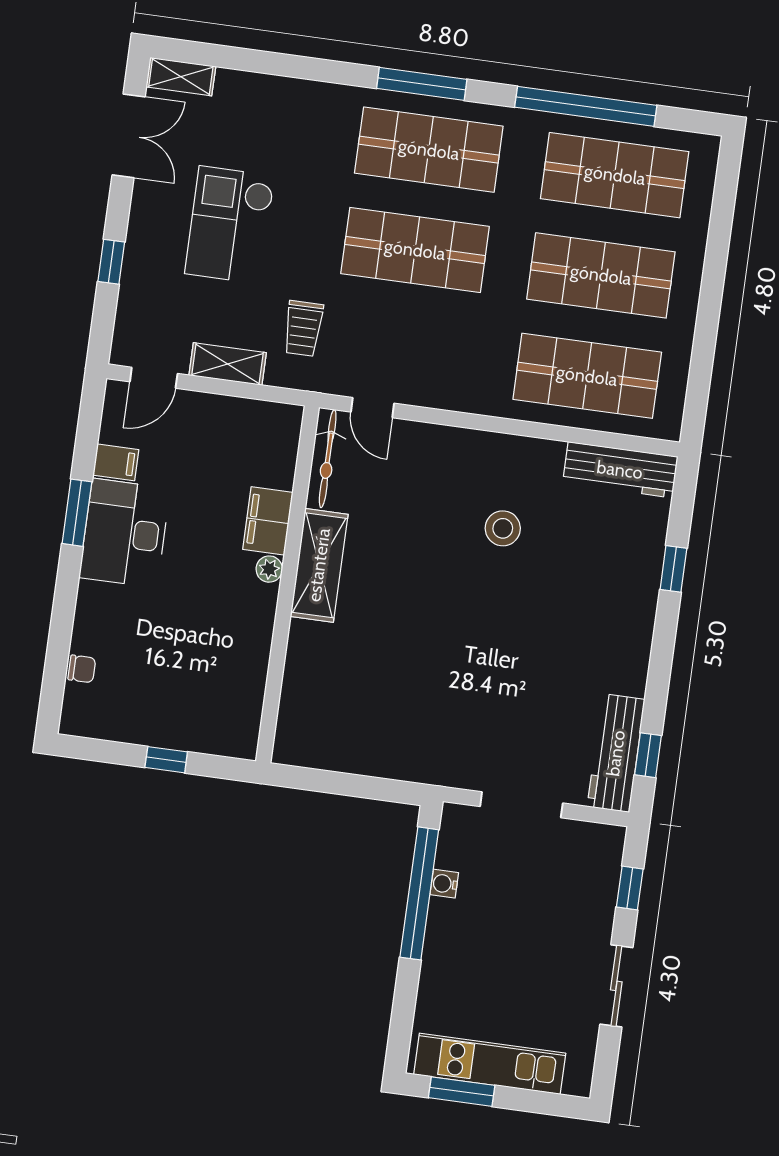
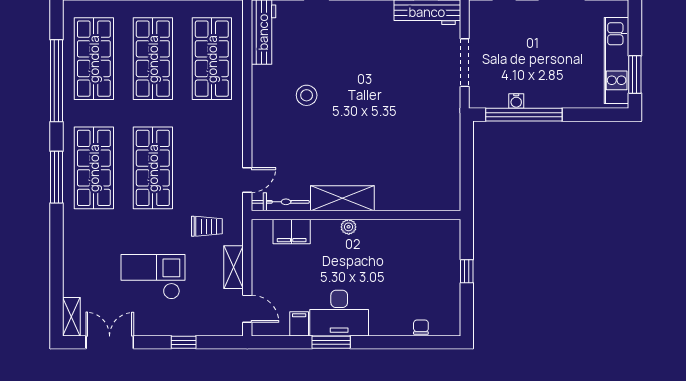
checkout: (230, 225) -> (153, 277), turned 180
filing cabinet: (268, 521) -> (292, 232), moved

